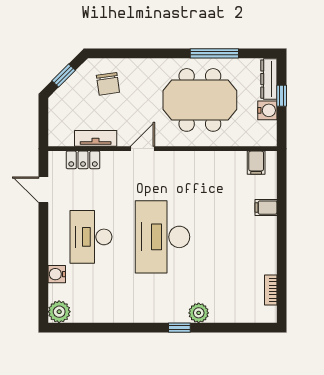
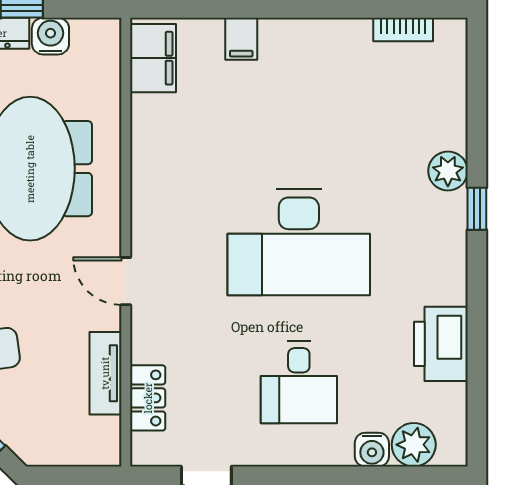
filing cabinet: (256, 163) -> (153, 58), width x2.00
desk: (91, 237) -> (299, 382), width x0.73
printer: (111, 309) -> (441, 344), added
plant: (59, 312) -> (414, 445), moved

